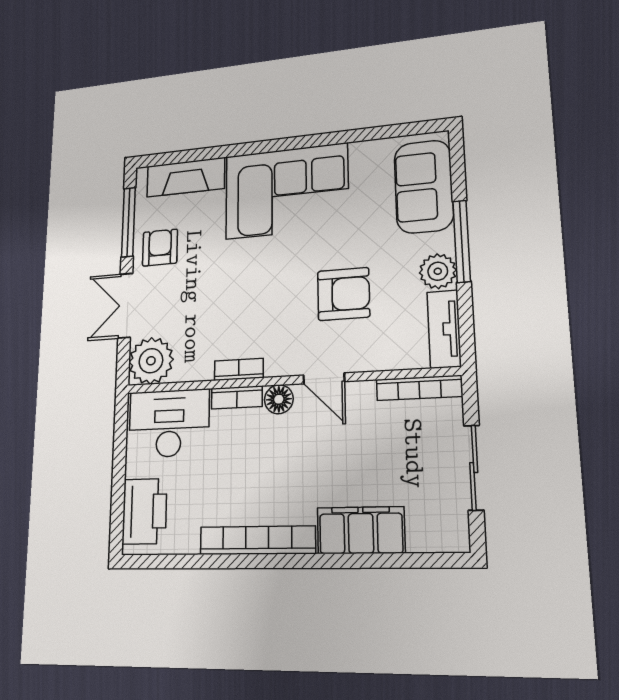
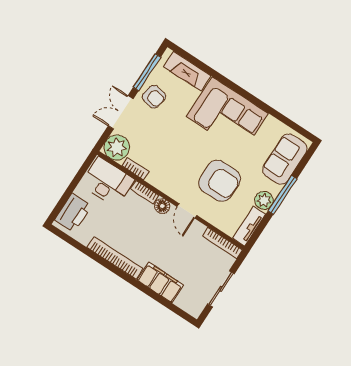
armchair: (160, 248) -> (154, 97), turned 101
armchair: (344, 294) -> (220, 181), width x1.36, depth x1.36
bookcase: (239, 369) -> (135, 169), moved

